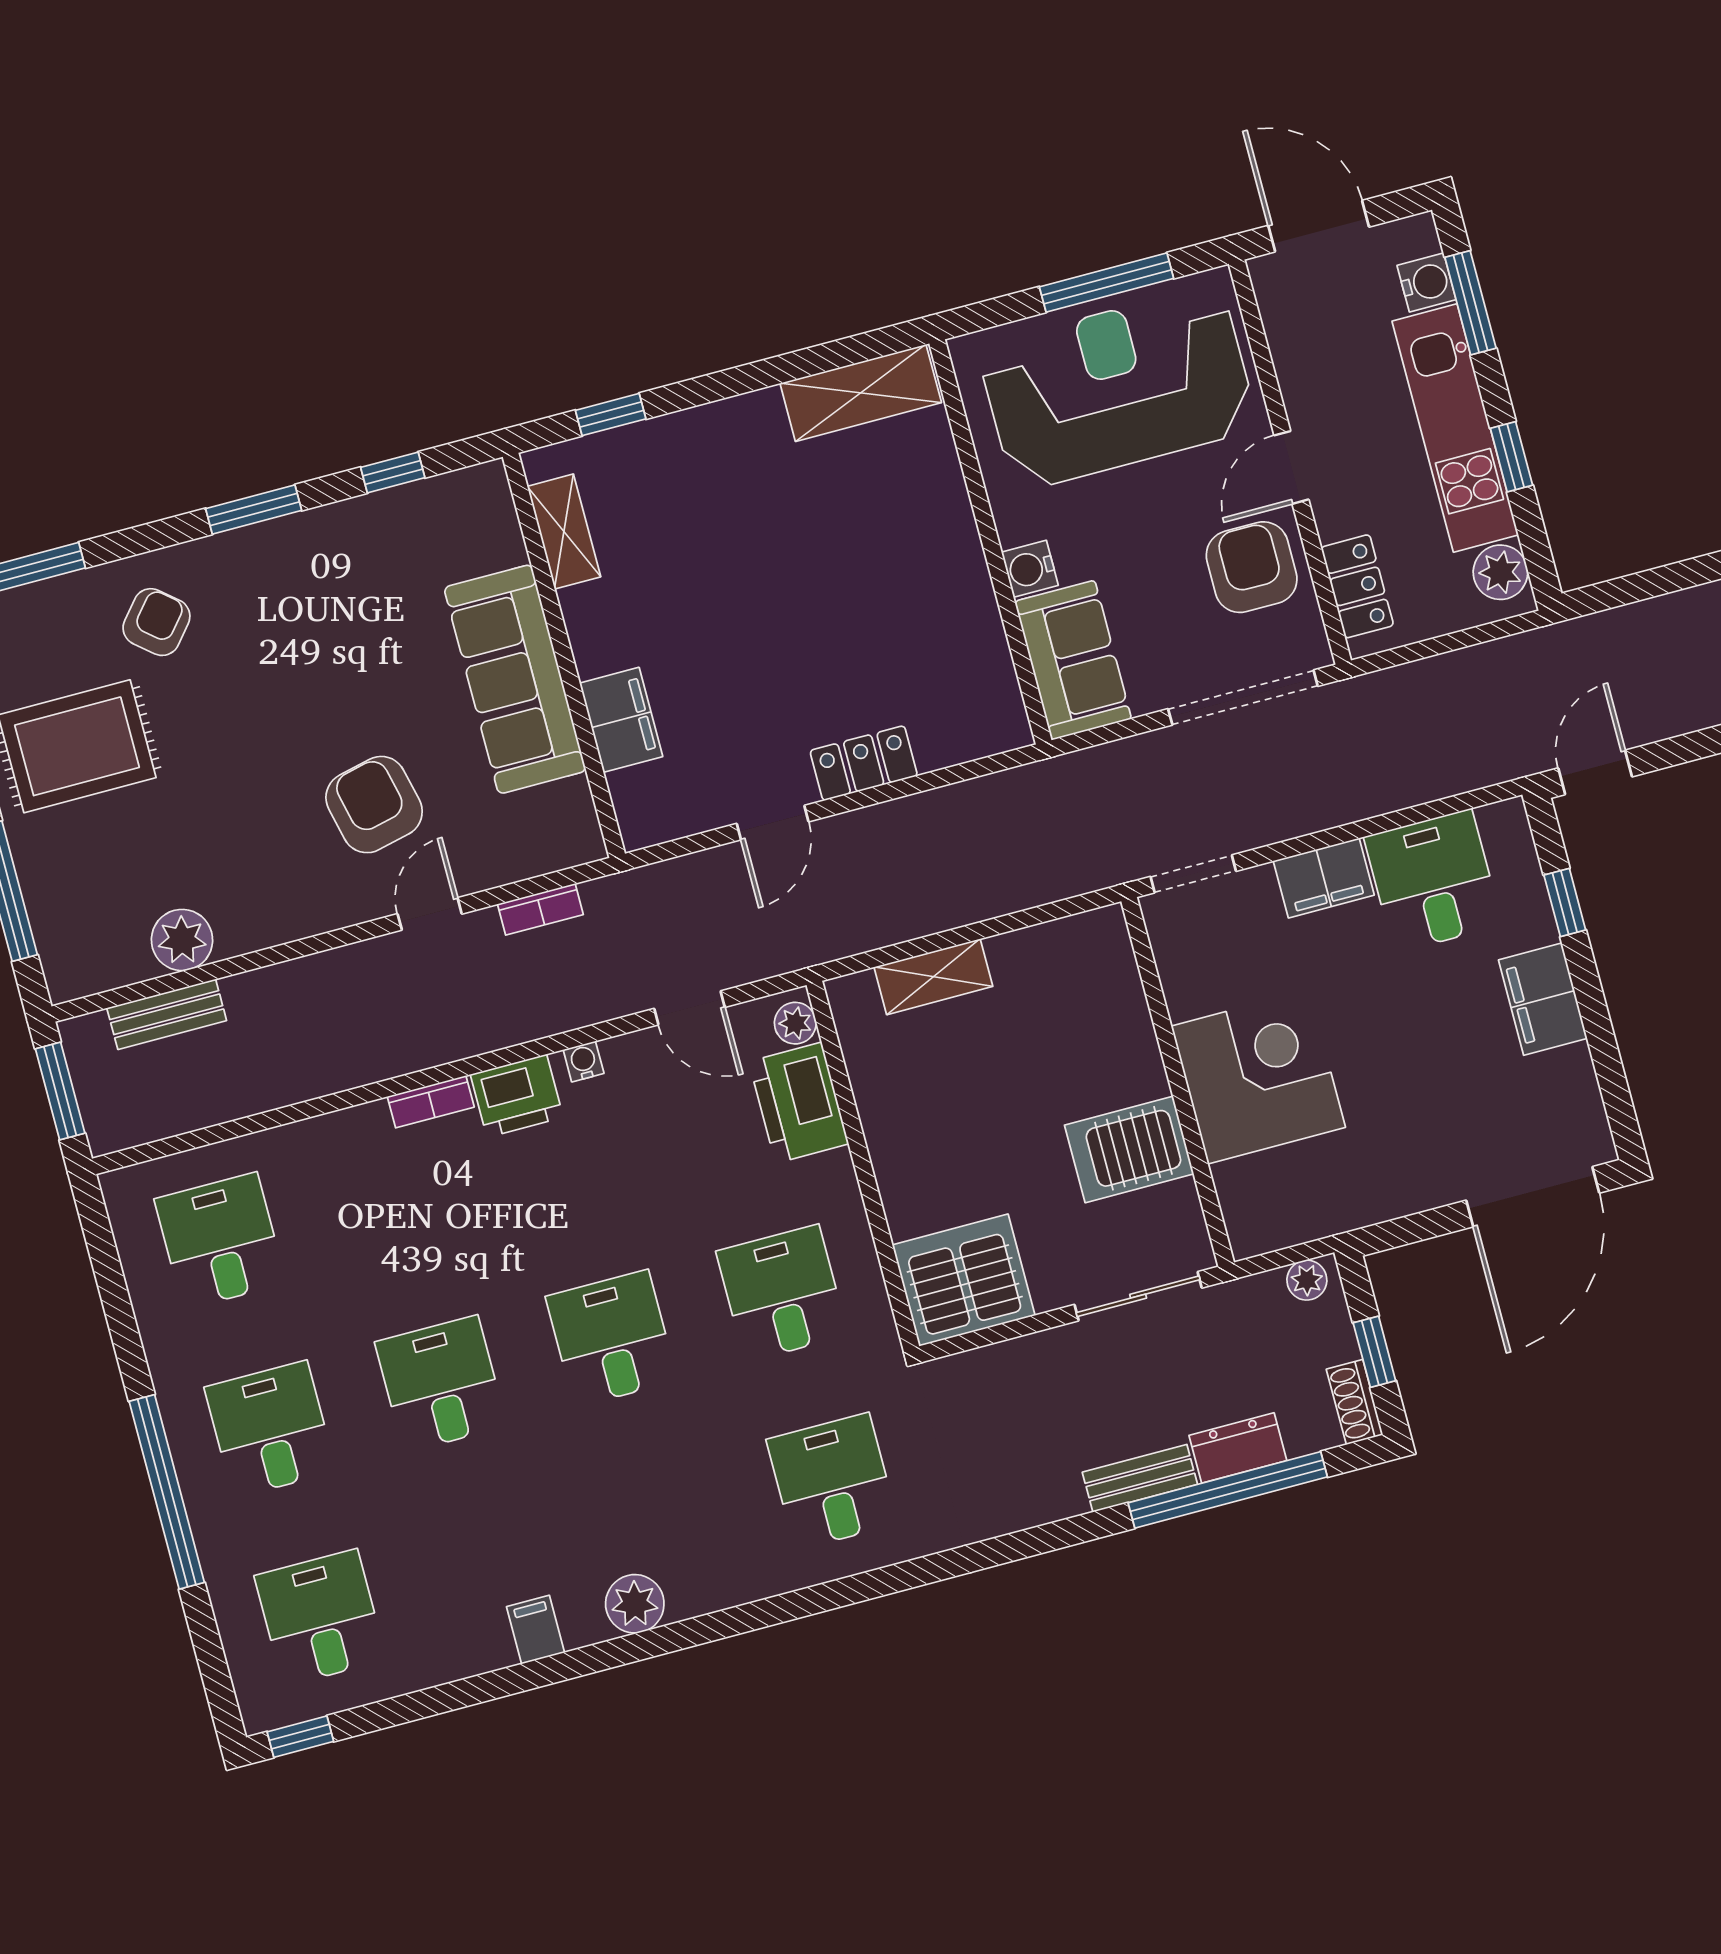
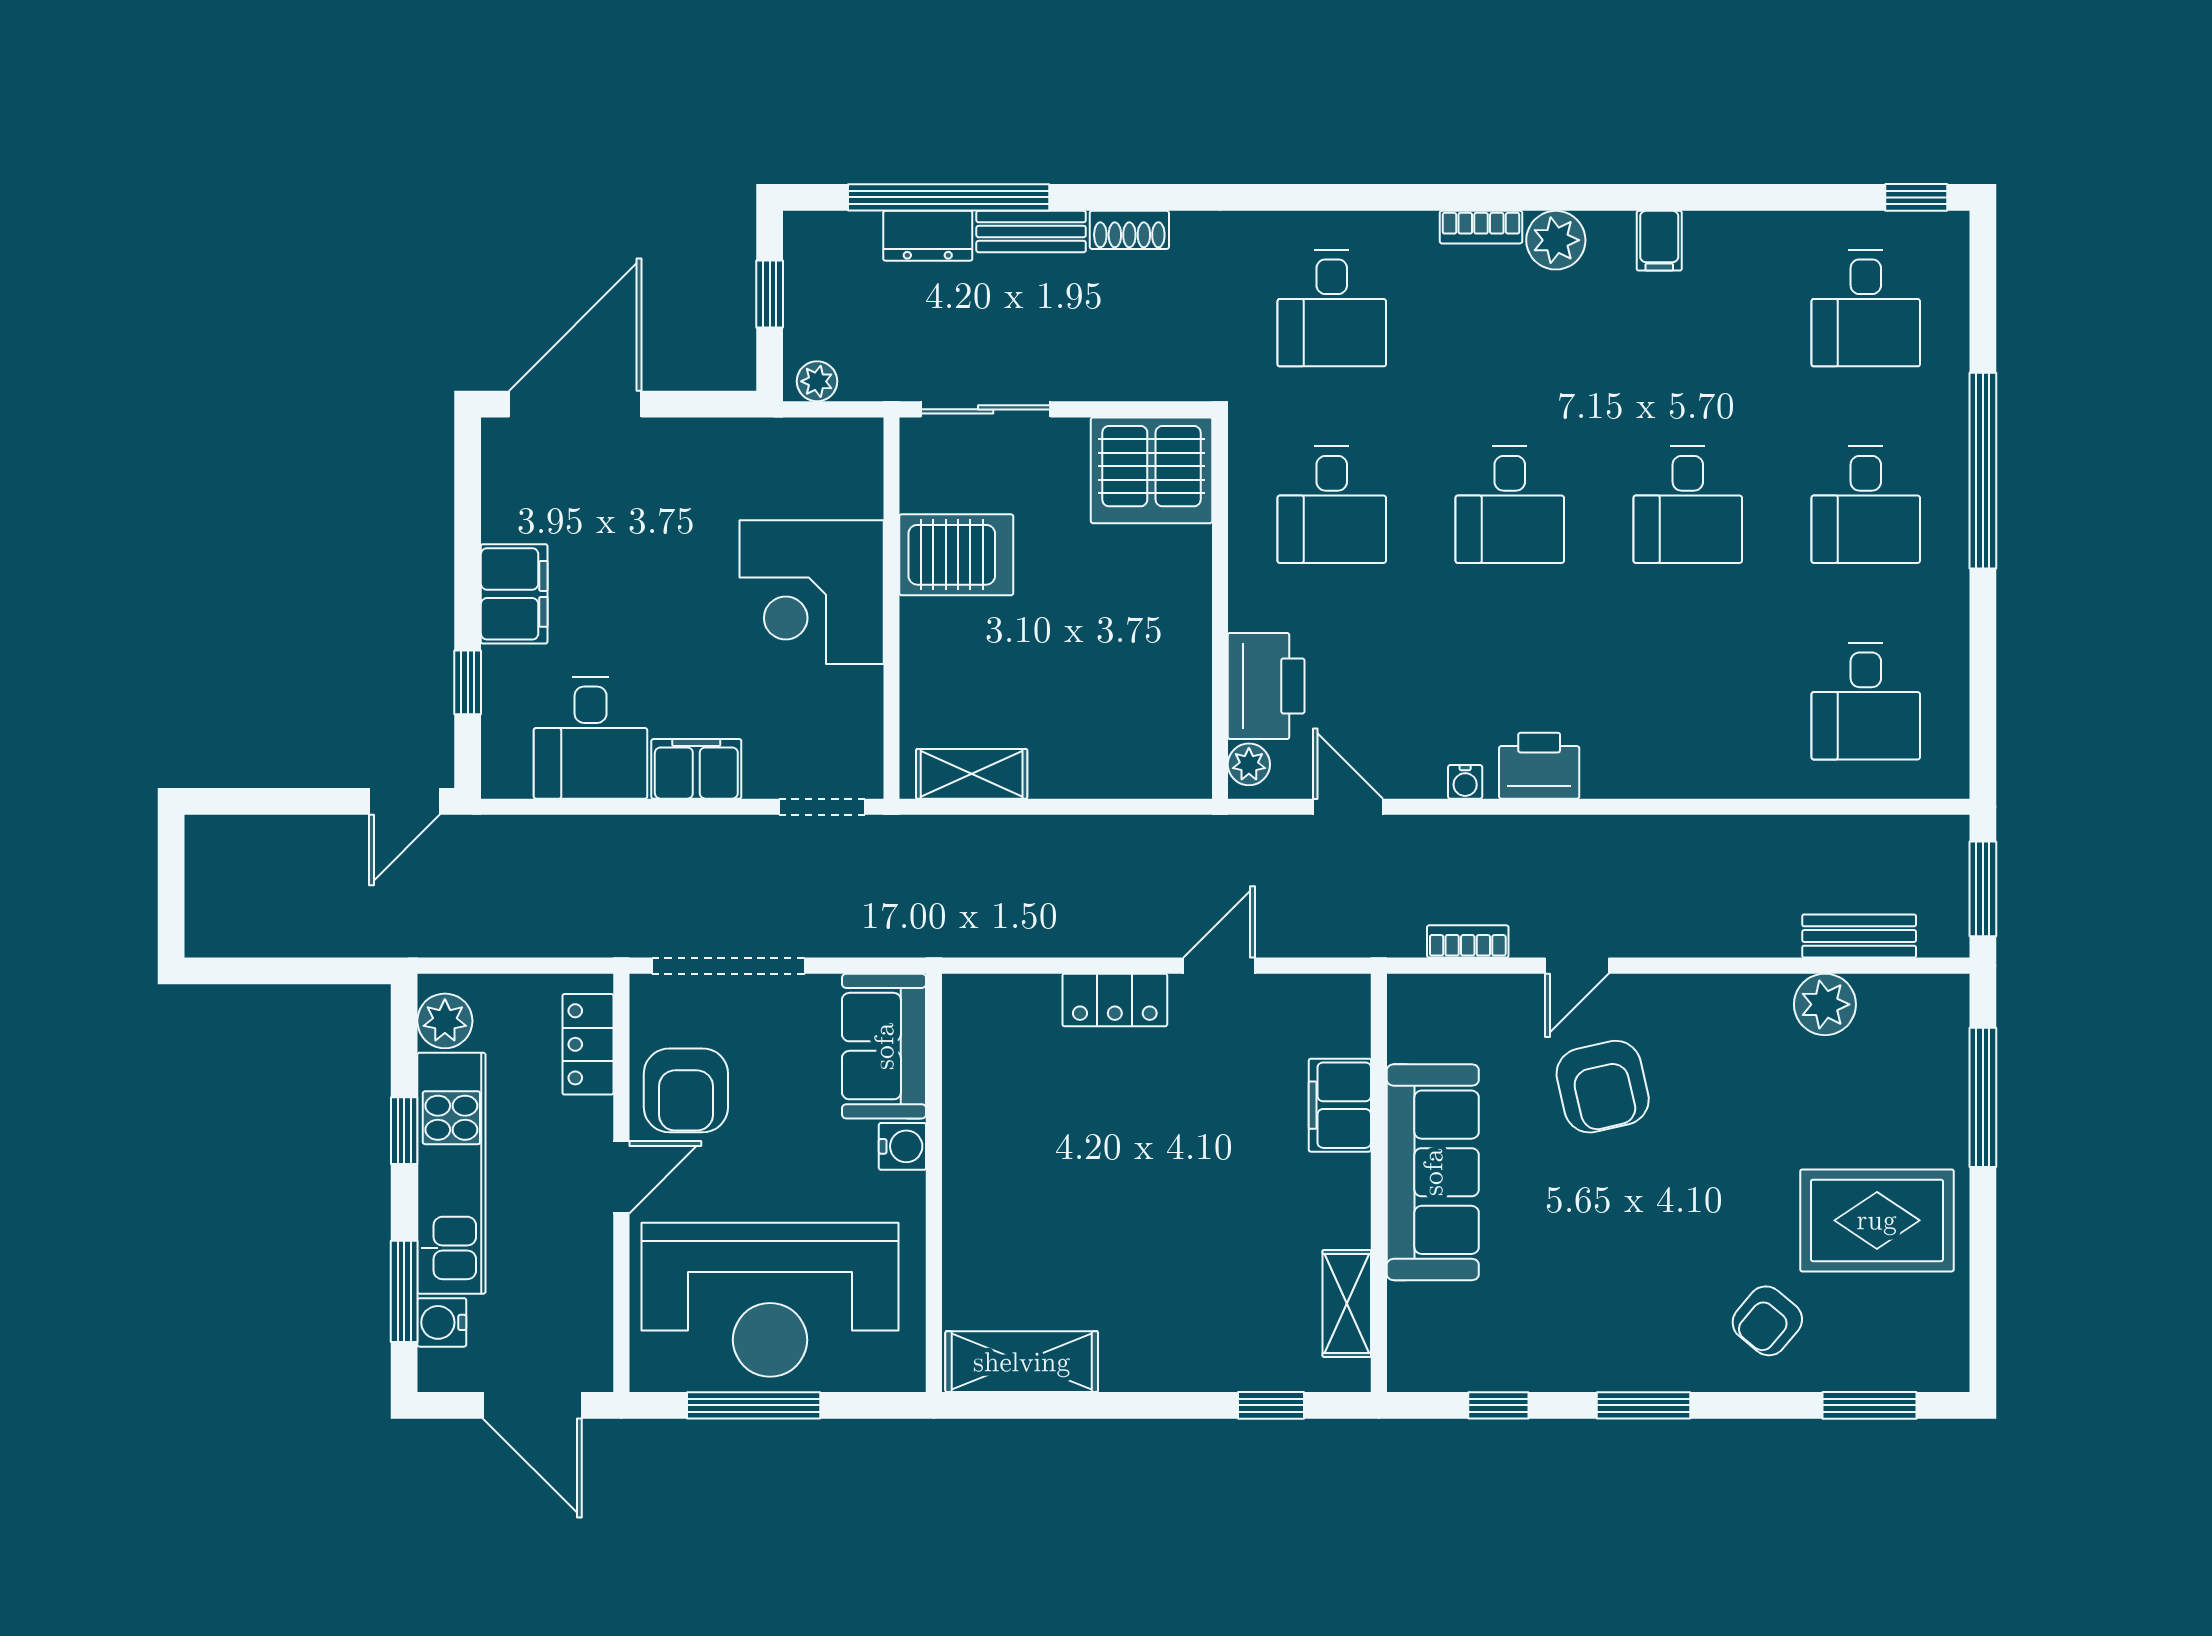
shelving: (933, 977) -> (972, 774), moved
bookcase: (431, 1102) -> (1481, 227), moved, turned 180
shoe rack: (1355, 1402) -> (1129, 230), moved, turned 90

